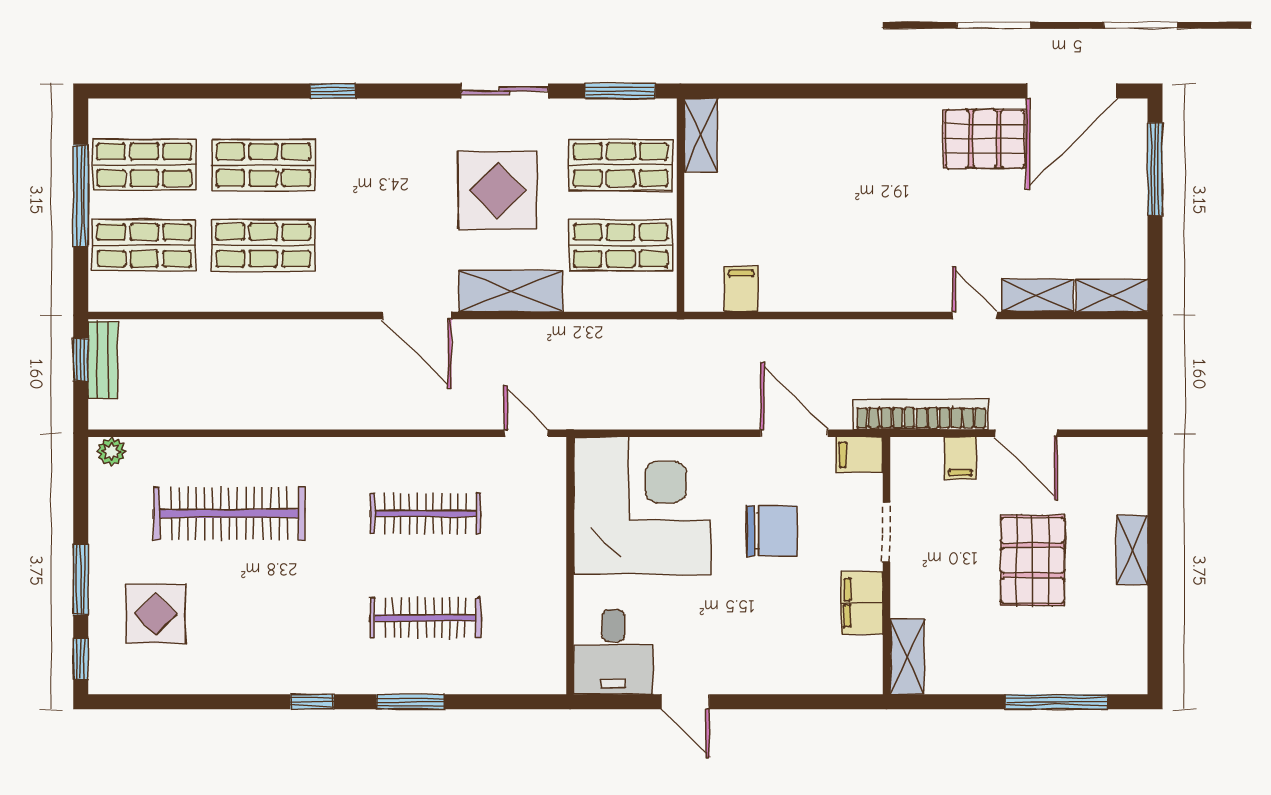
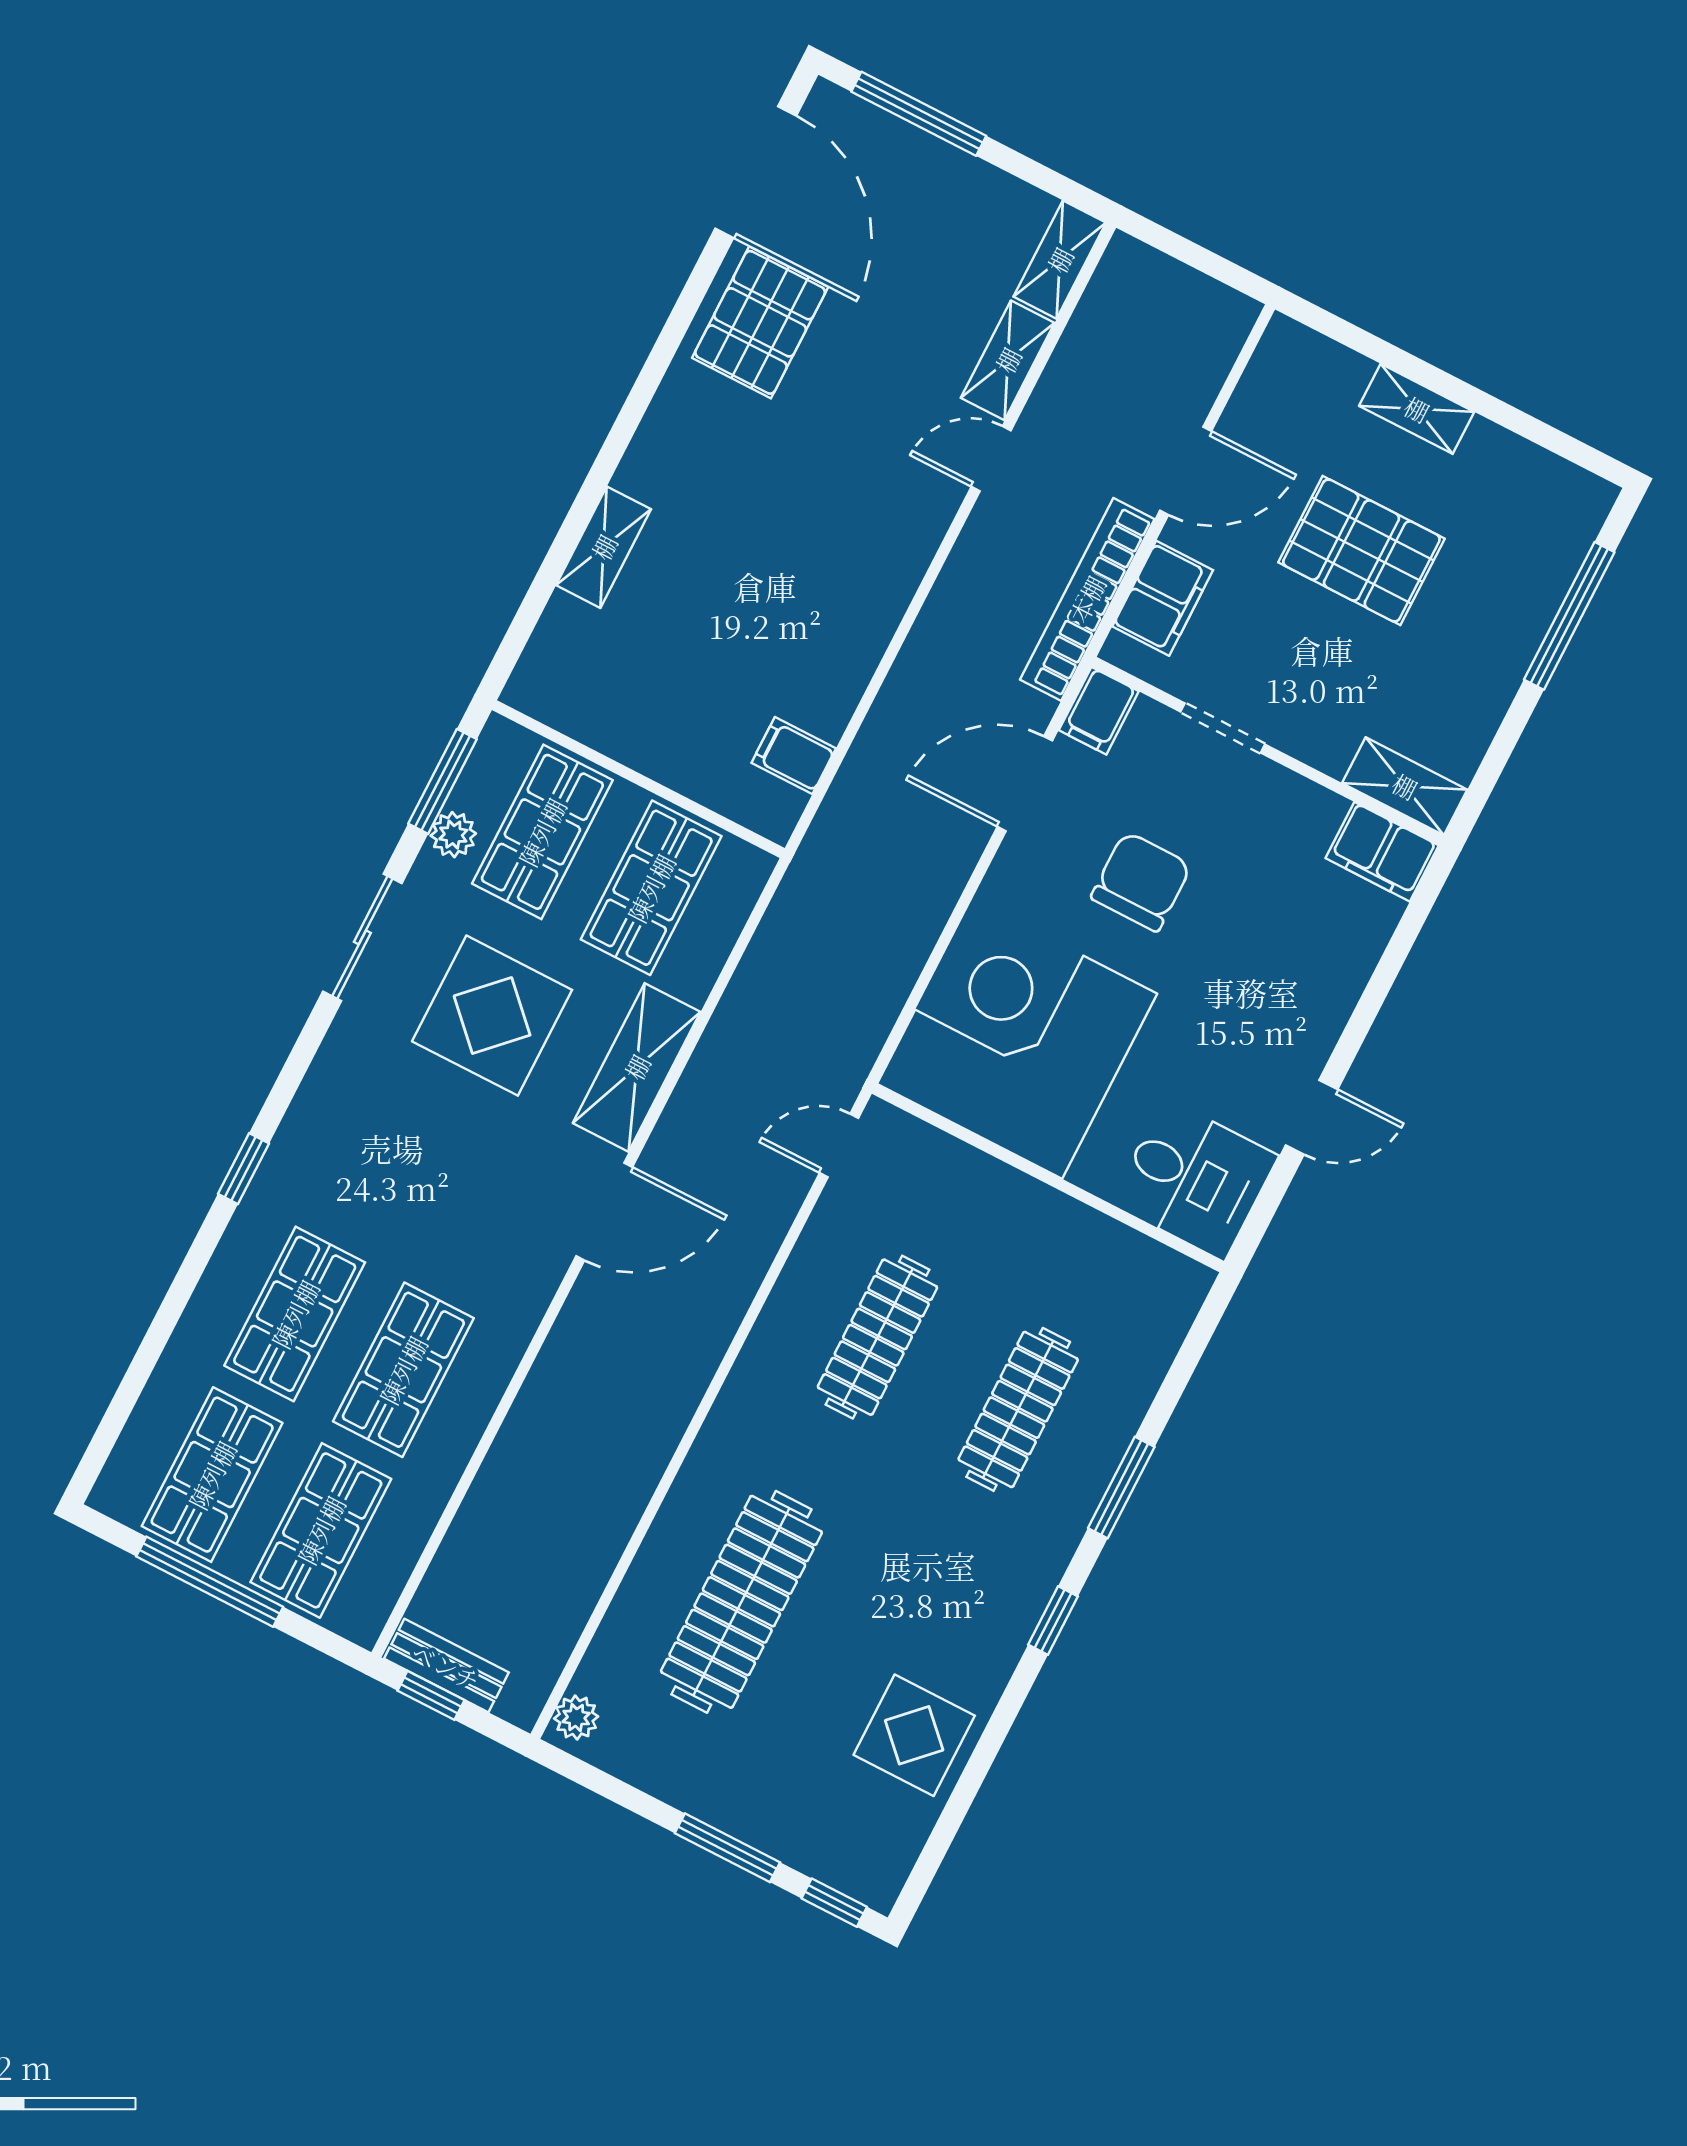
plant: (592, 113) -> (453, 835), added
shelving: (701, 135) -> (604, 547), moved, turned 90
filing cabinet: (960, 458) -> (1163, 598), width x2.00
filing cabinet: (862, 603) -> (1382, 852), moved
display table: (156, 614) -> (914, 1735), moved

